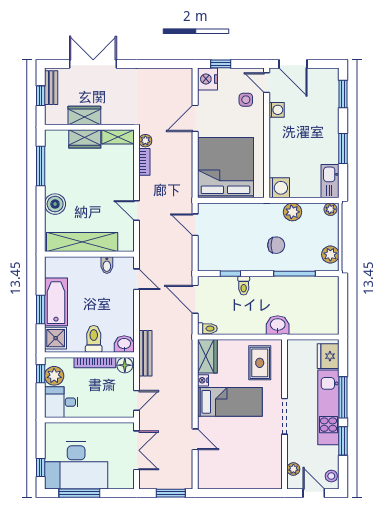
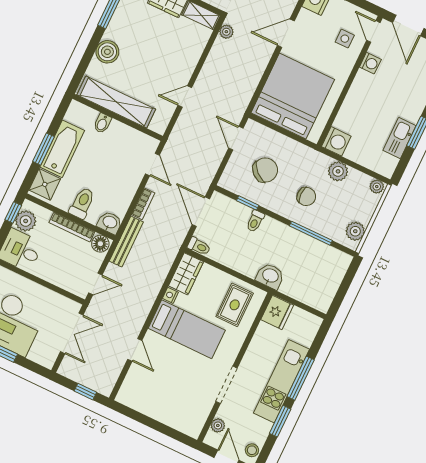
bookcase: (144, 162) -> (143, 204), moved
kitchen sink: (330, 181) -> (399, 138), moved
door: (137, 210) -> (185, 96), hinge flipped
chair: (232, 240) -> (265, 170), added
bidet: (107, 265) -> (102, 123), moved
fridge: (328, 356) -> (277, 312), moved, turned 180
doorway: (285, 416) -> (227, 385), moved
window: (171, 493) -> (85, 392), width x0.67

